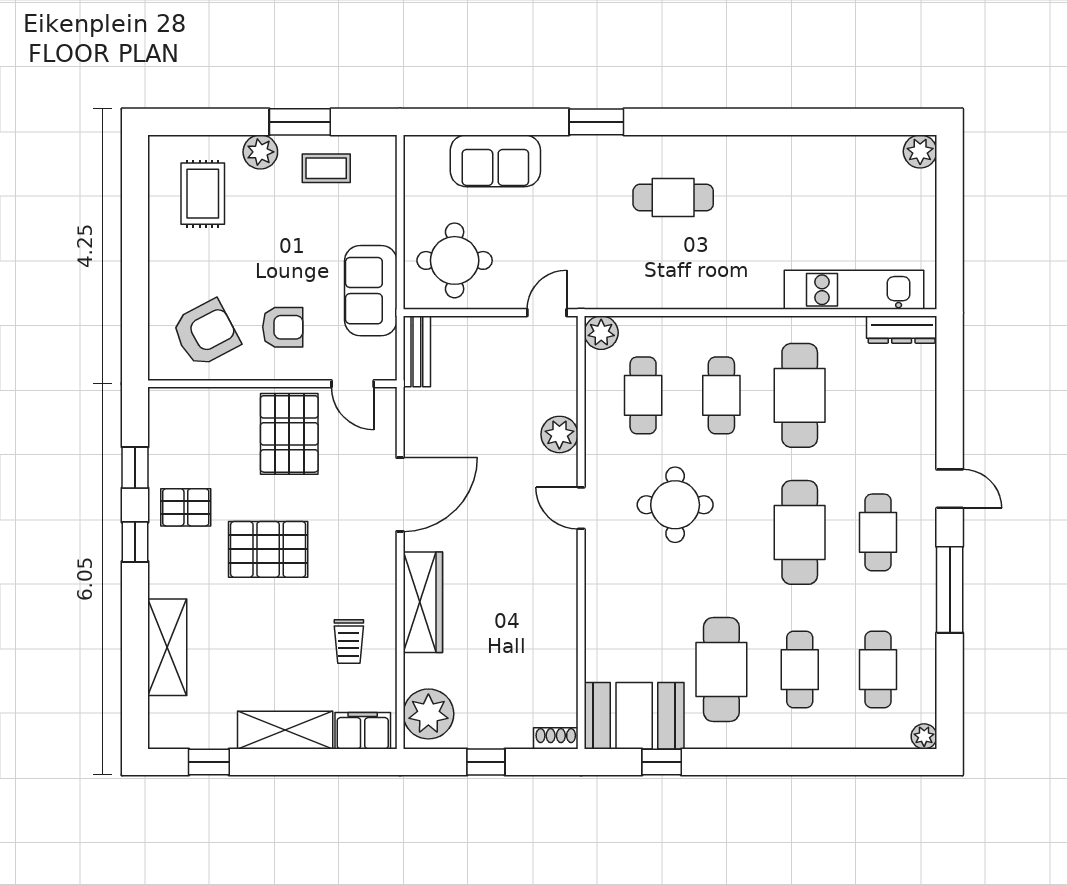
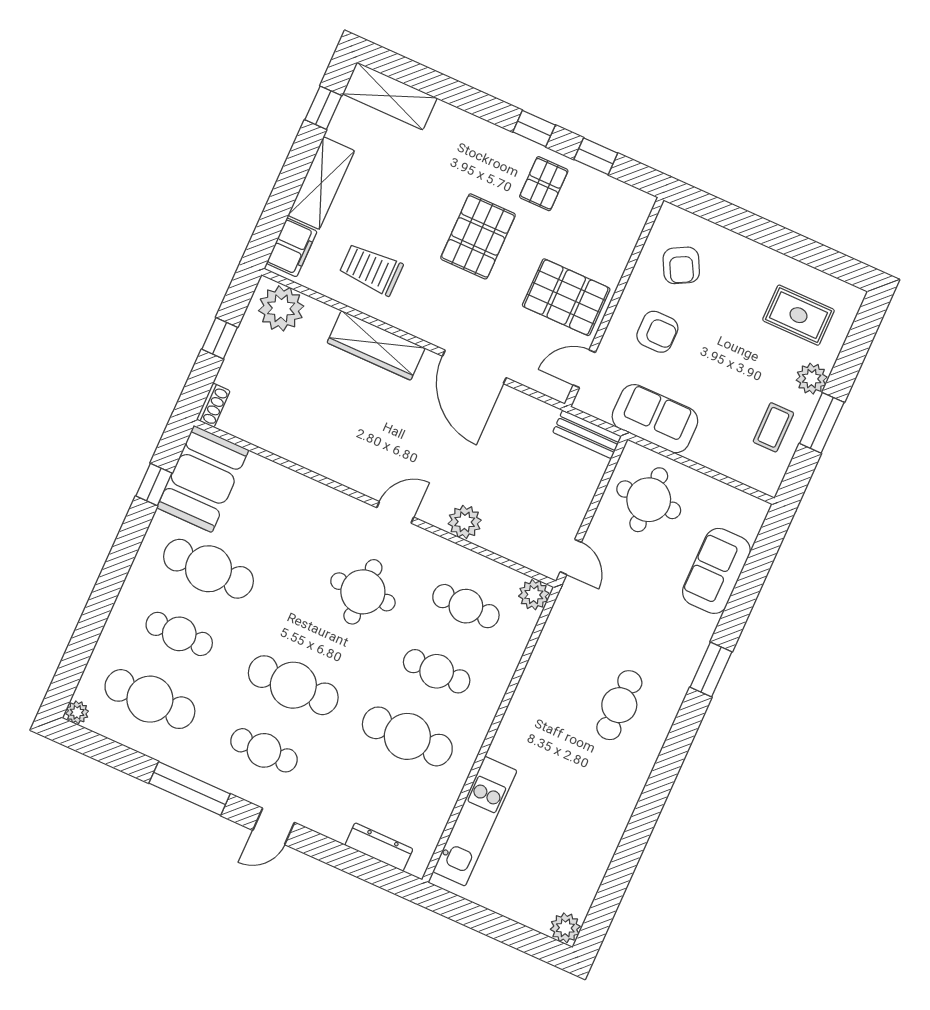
armchair: (283, 327) -> (657, 332), turned -90
dresser: (902, 330) -> (379, 847), moved, turned 90
armchair: (206, 333) -> (681, 265), width x0.72, depth x0.72
trolley: (349, 642) -> (371, 269), width x1.36, depth x1.39
shelving: (167, 647) -> (390, 96), moved
cafe table: (878, 670) -> (150, 699), width x1.37, depth x1.35

